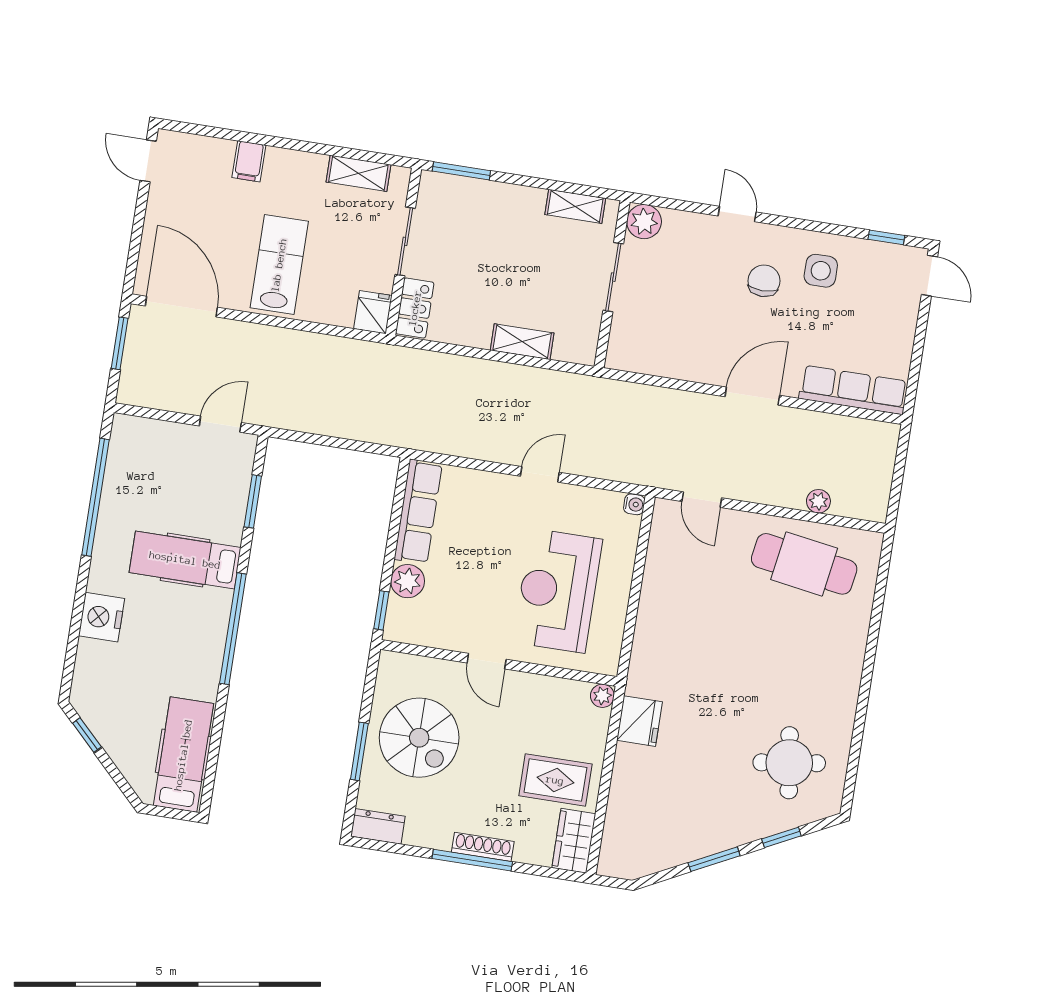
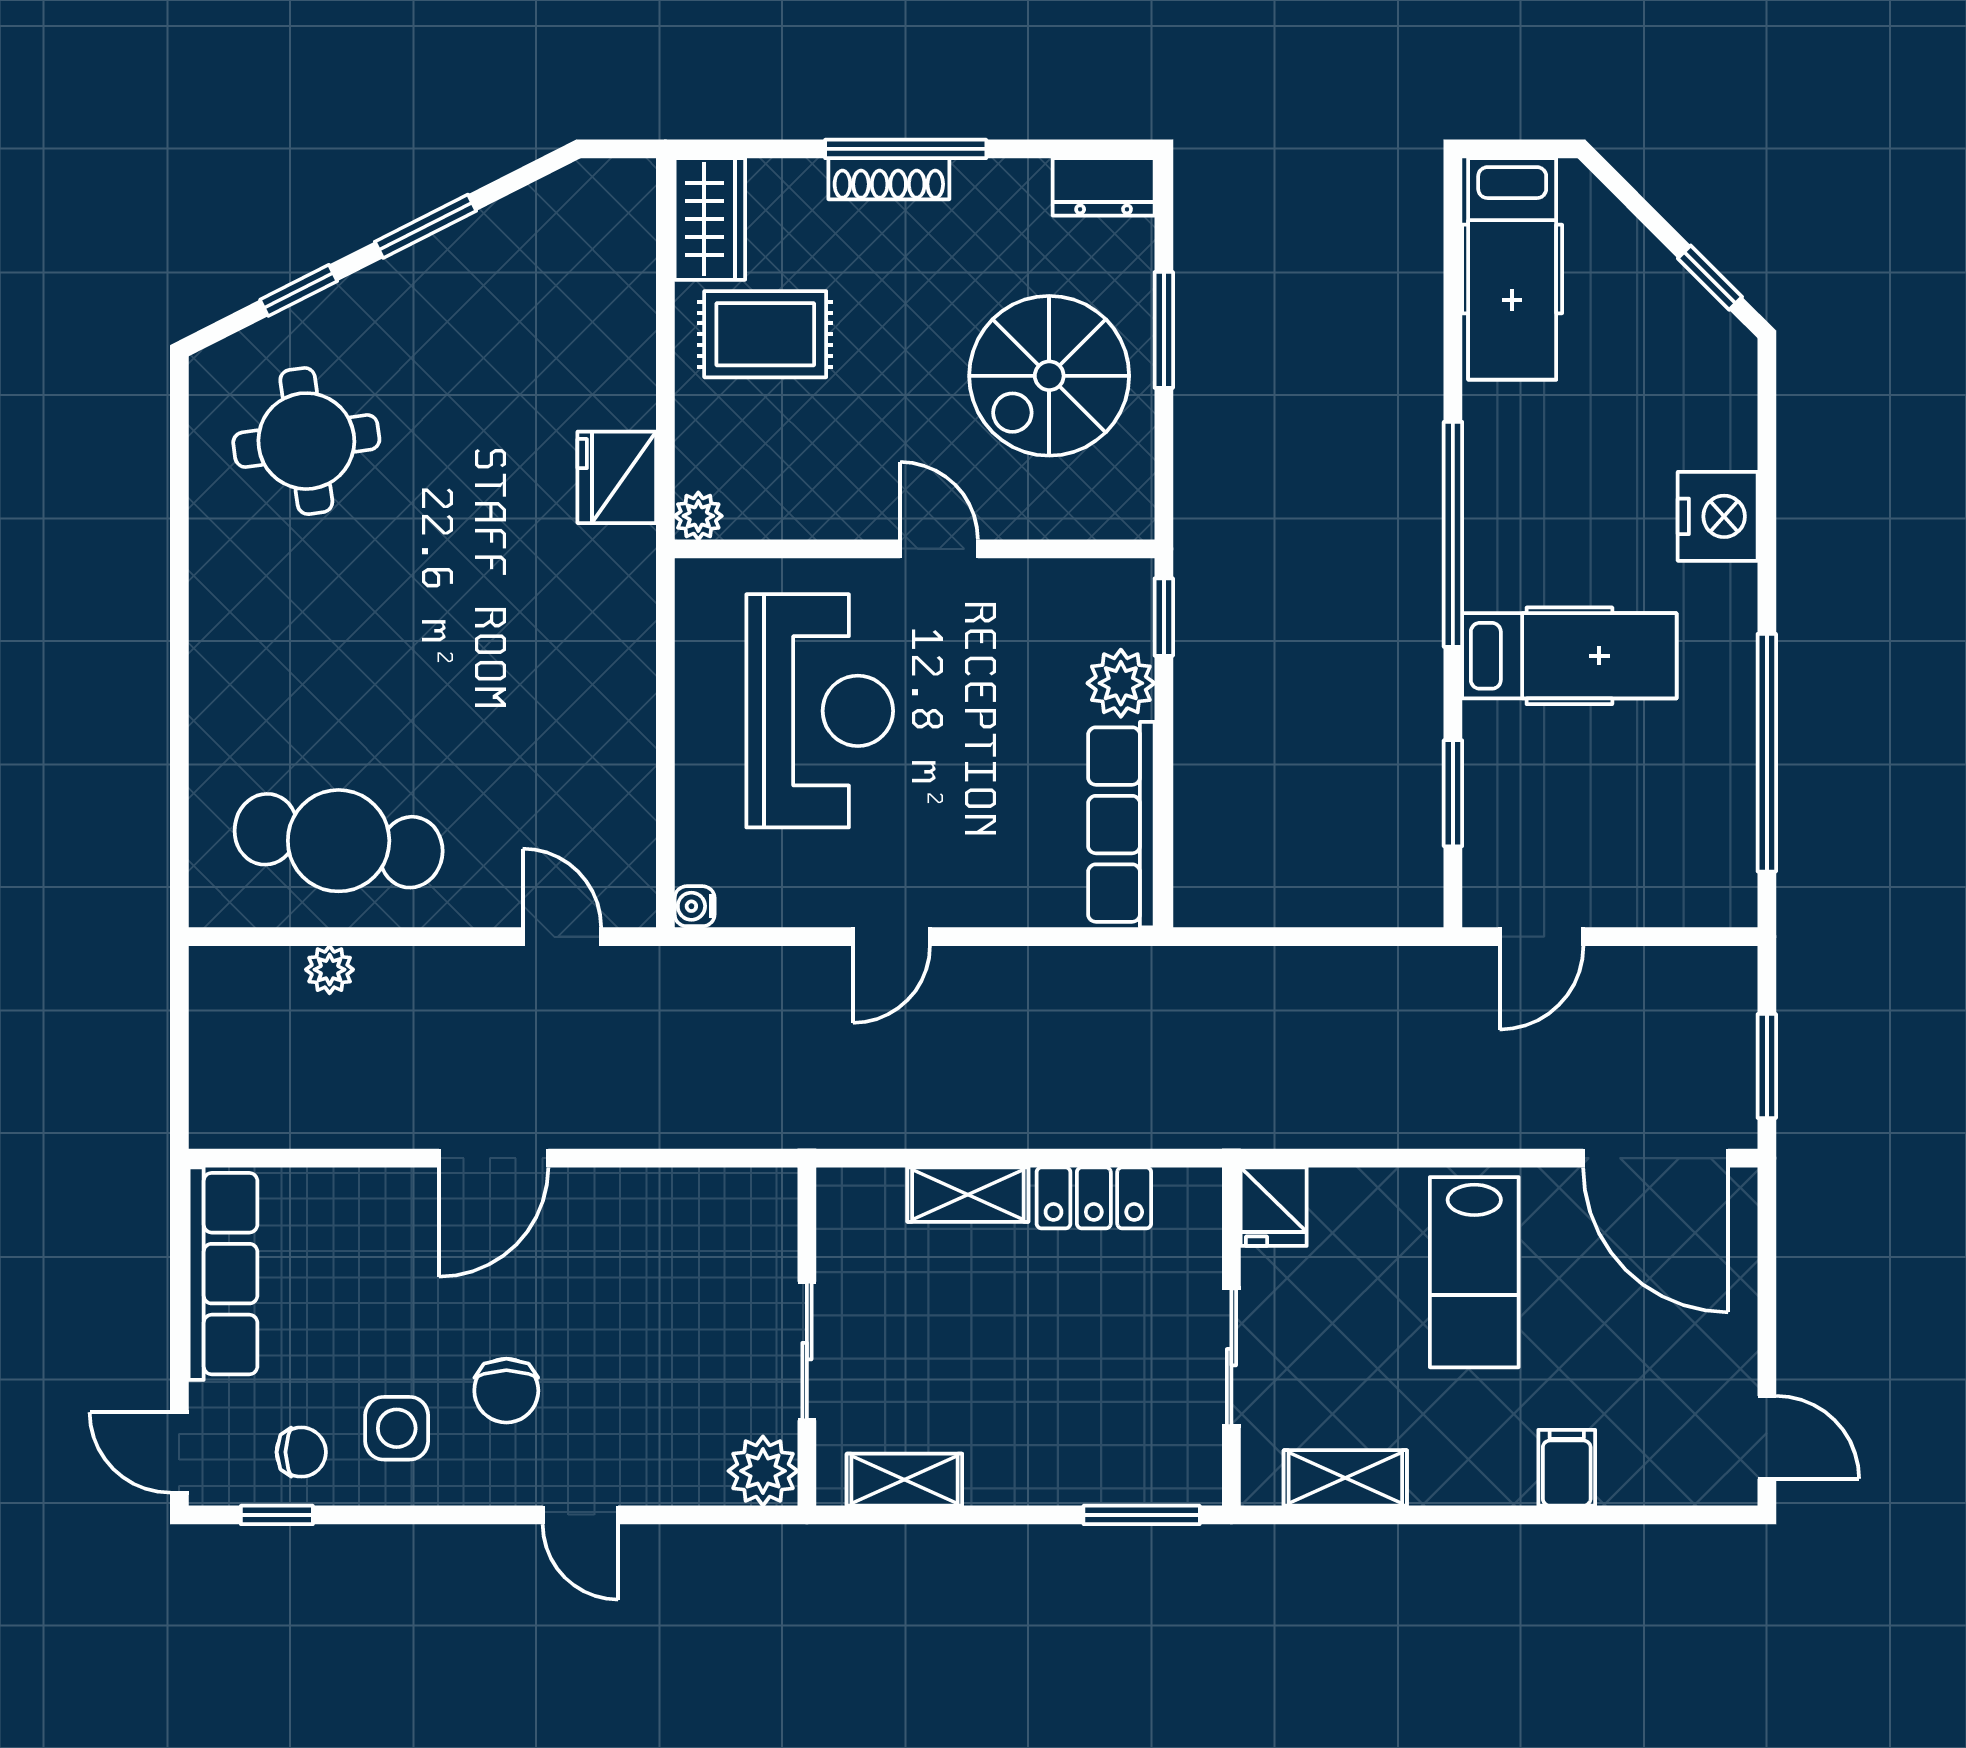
chair: (870, 266) -> (301, 1452), added
locker: (415, 308) -> (1094, 1198), moved, turned -90
row of seats: (853, 390) -> (223, 1274), moved, turned -90
spiral stairs: (419, 738) -> (1049, 376), turned -90

